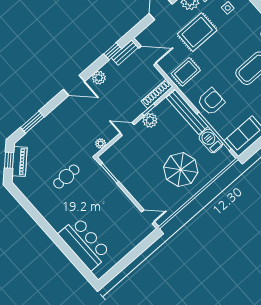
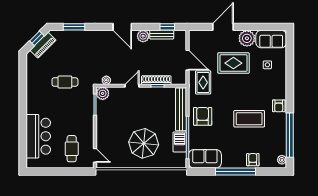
bench: (125, 53) -> (162, 35), moved
door: (147, 56) -> (187, 60), moved
rug: (186, 72) -> (203, 82), turned 90
shoe rack: (157, 94) -> (156, 80), moved
armchair: (211, 102) -> (203, 116), turned -90
plant: (150, 120) -> (103, 93), moved
door: (127, 129) -> (132, 86), hinge flipped
cafe table: (123, 229) -> (72, 149), added

